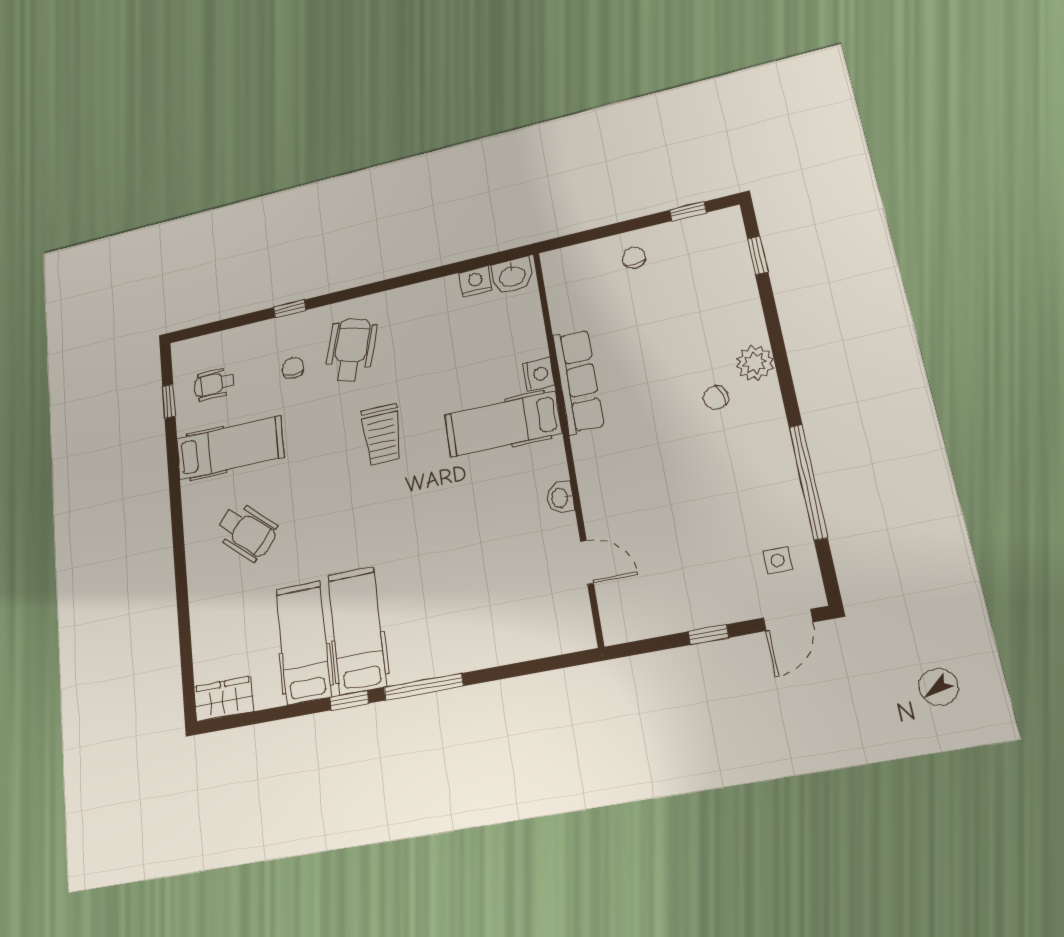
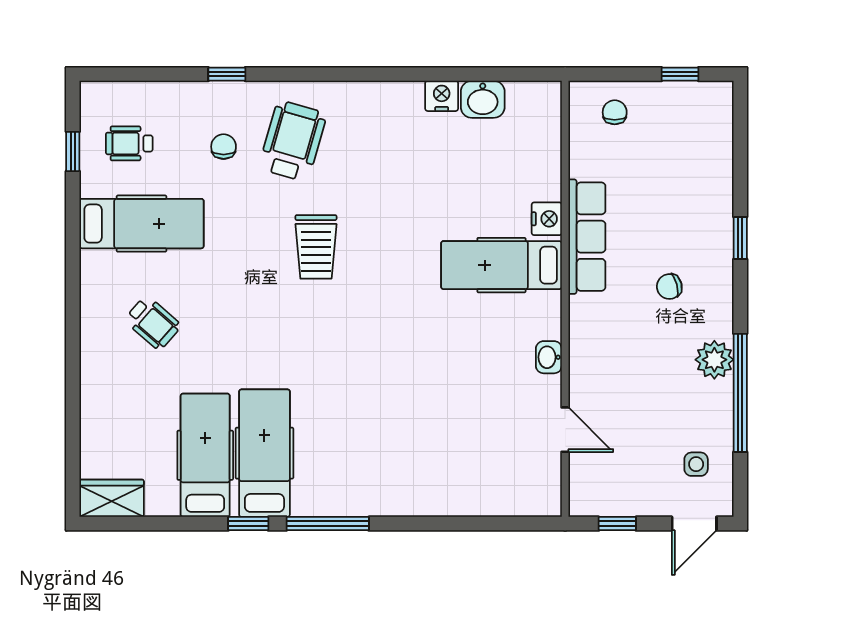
window: (758, 255) -> (740, 238), moved
plant: (755, 363) -> (714, 360), moved
nightstand: (538, 374) -> (547, 219), moved
row of seats: (578, 381) -> (587, 237), moved
hospital bed: (503, 424) -> (501, 265), moved
wall: (567, 441) -> (565, 299), moved
washbasin: (560, 498) -> (549, 357), moved
wheelchair: (247, 532) -> (153, 323), width x0.73, depth x0.73
door: (587, 562) -> (565, 430), moved

